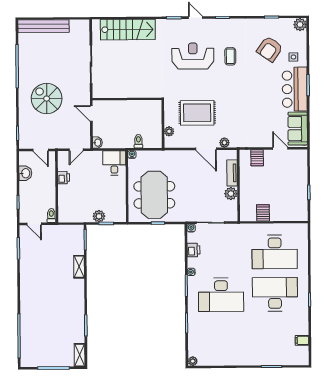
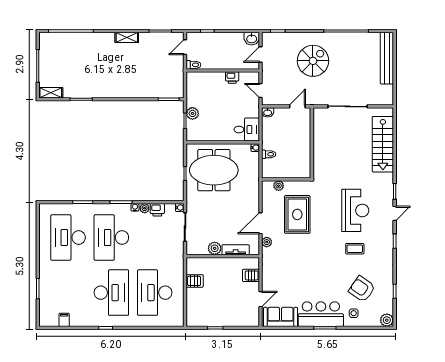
washbasin: (25, 173) -> (252, 39), moved
shelving: (79, 267) -> (127, 37), moved
desk: (221, 337) -> (68, 238), added
plant: (193, 361) -> (145, 208), moved

